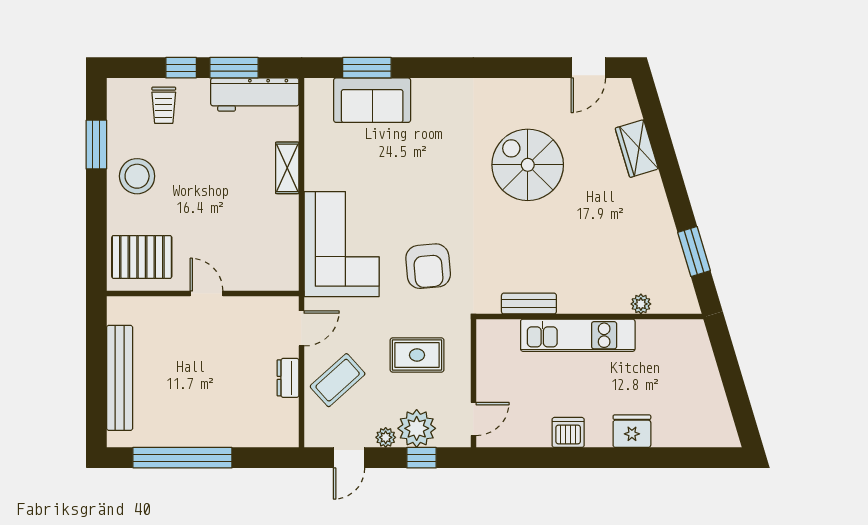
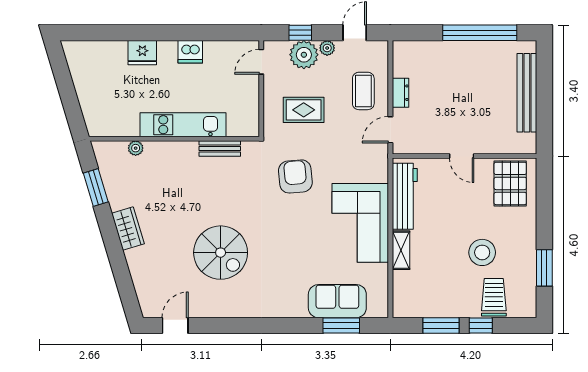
workbench: (255, 95) -> (405, 196), moved, turned 90
trolley: (164, 105) -> (494, 297), width x1.36, depth x1.39
wardrobe: (637, 149) -> (128, 229), moved
stool: (137, 176) -> (482, 252), moved
corner sofa: (342, 244) -> (360, 223), moved
pallet: (142, 257) -> (510, 183), turned 90
coffee table: (338, 380) -> (363, 91), turned -48

